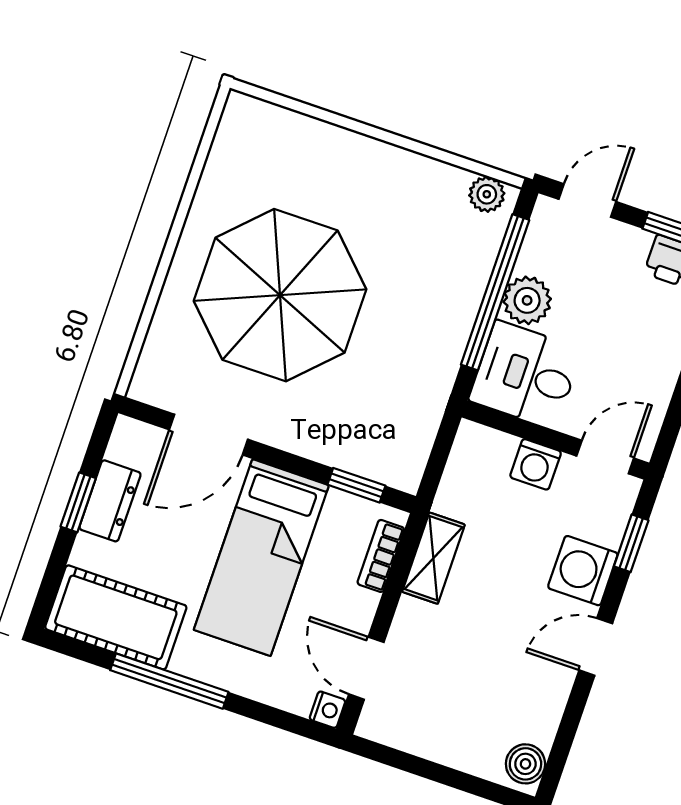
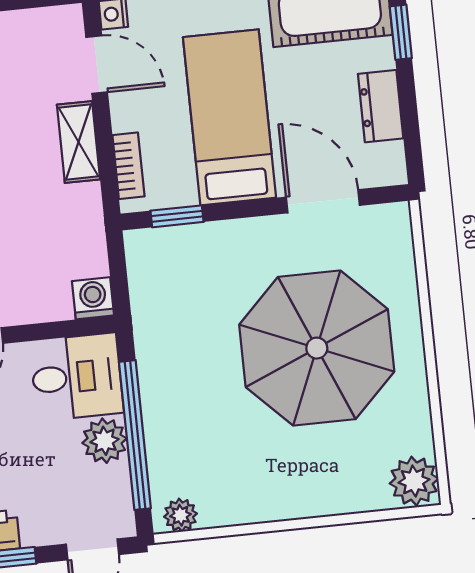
plant: (245, 123) -> (414, 481), added
door: (208, 435) -> (323, 201), hinge flipped
washing machine: (536, 464) -> (93, 298), moved
window: (78, 502) -> (401, 32), moved
shelving: (433, 558) -> (78, 142), moved

